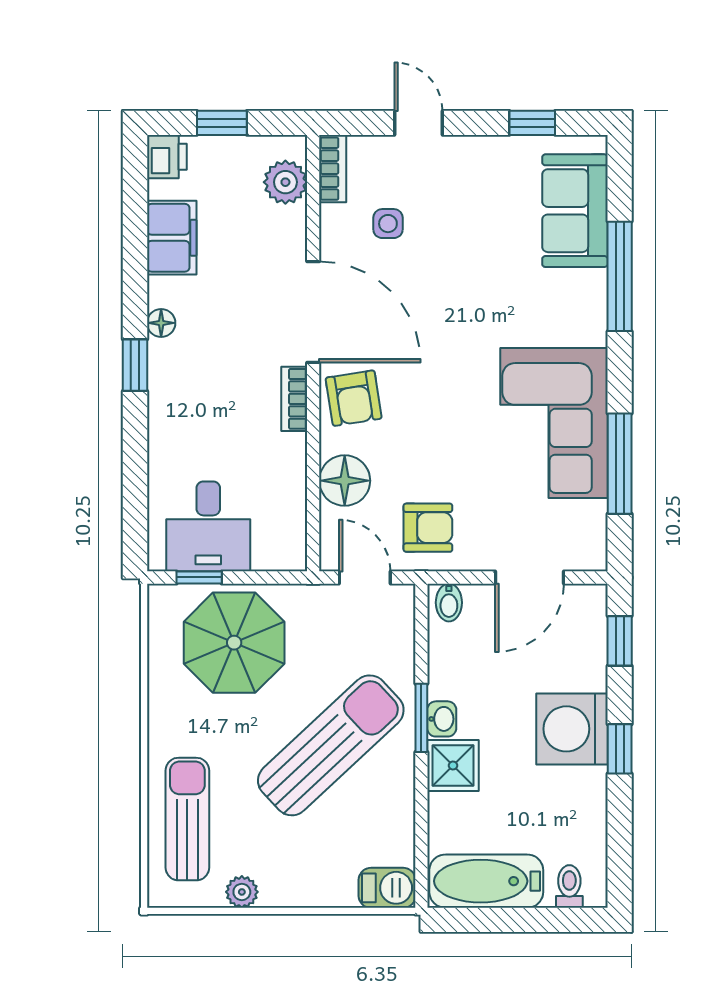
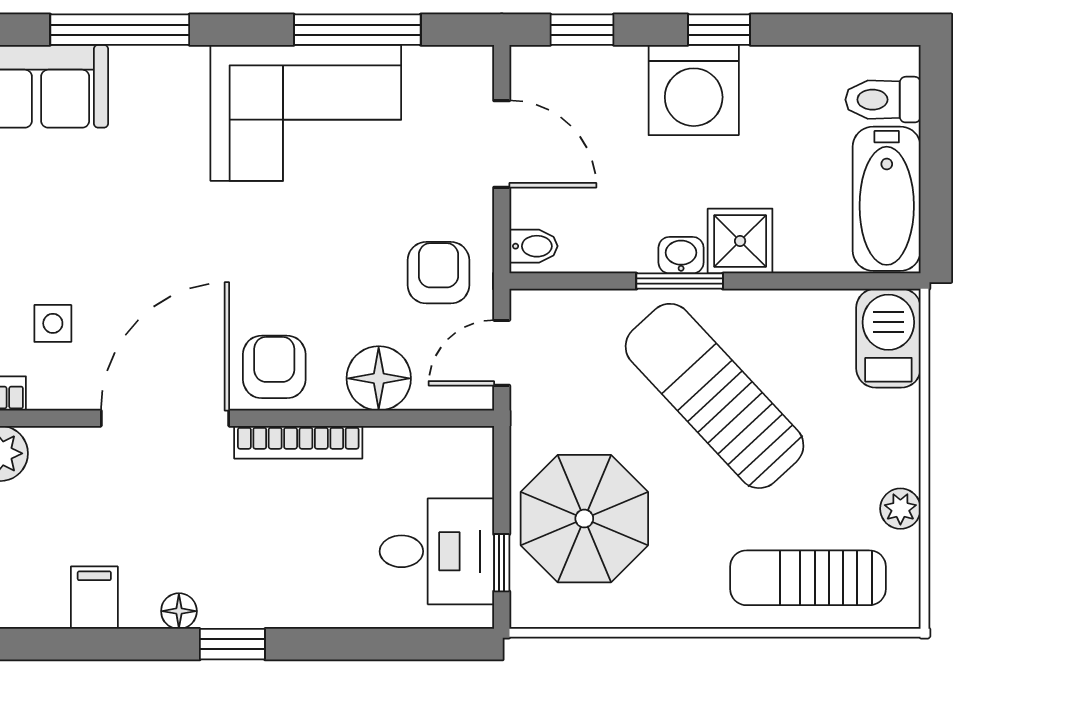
filing cabinet: (172, 238) -> (94, 598), width x0.50
armchair: (354, 398) -> (274, 367), turned -81
bookcase: (294, 399) -> (298, 442), width x1.56
toilet: (569, 886) -> (883, 100), width x1.37, depth x1.39
barbecue: (387, 888) -> (888, 338), width x1.38, depth x1.27

